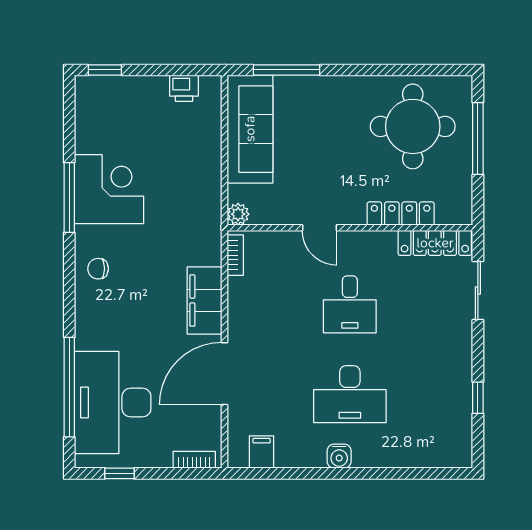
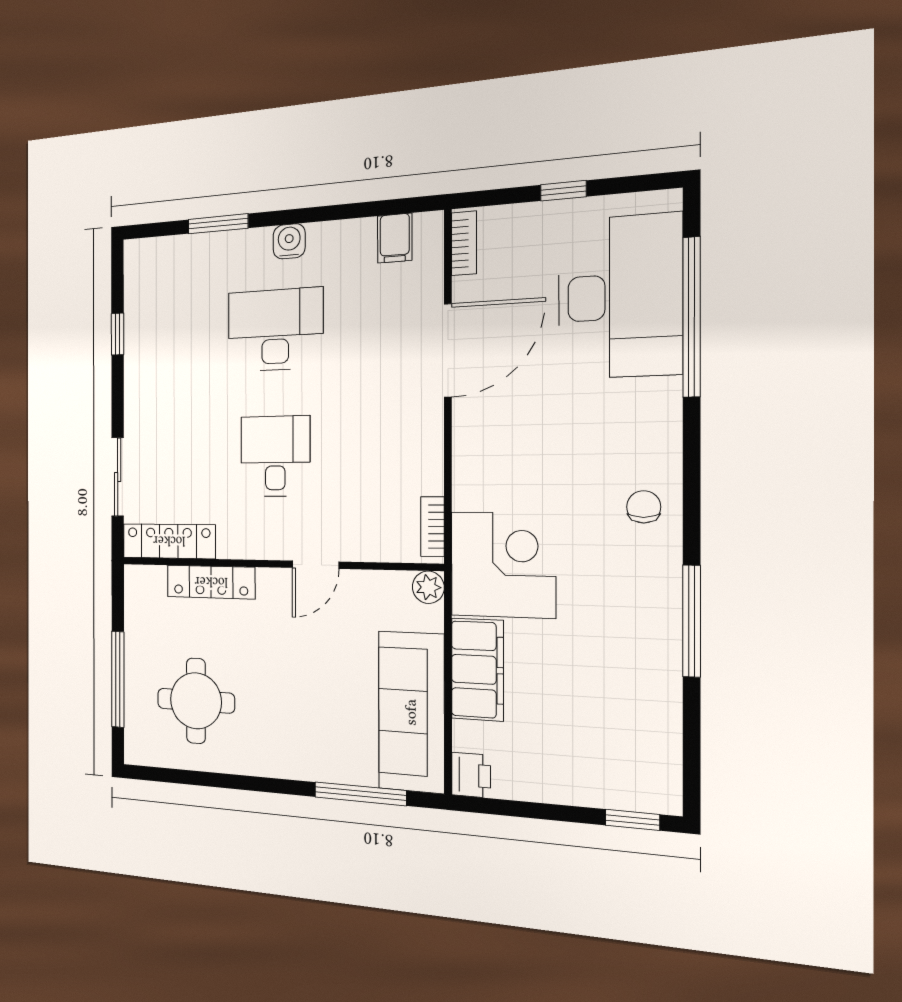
printer: (184, 88) -> (471, 775), moved, turned 90
round table: (413, 126) -> (196, 701), width x0.73, depth x0.73
corner desk: (109, 189) -> (503, 565), moved, turned 180
door: (319, 228) -> (315, 565), swing flipped
chair: (98, 269) -> (644, 507), turned -90
filing cabinet: (204, 301) -> (477, 670), moved
bookcase: (194, 460) -> (464, 243), moved, turned -90
window: (119, 473) -> (563, 191), moved
window: (395, 473) -> (218, 224), added

